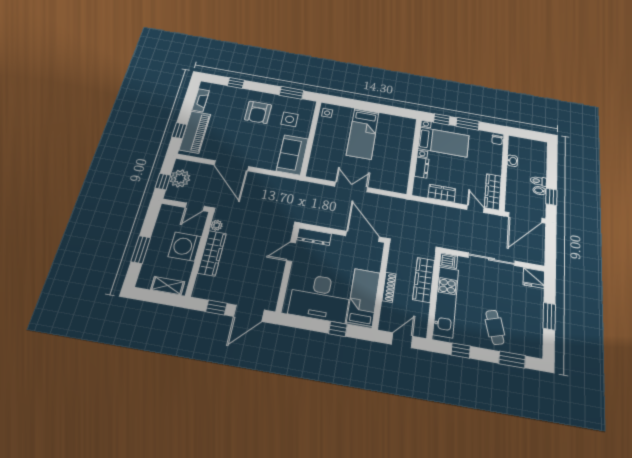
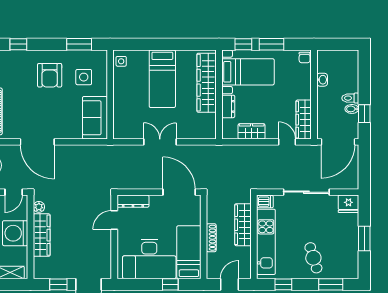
wardrobe: (404, 144) -> (207, 83), added

